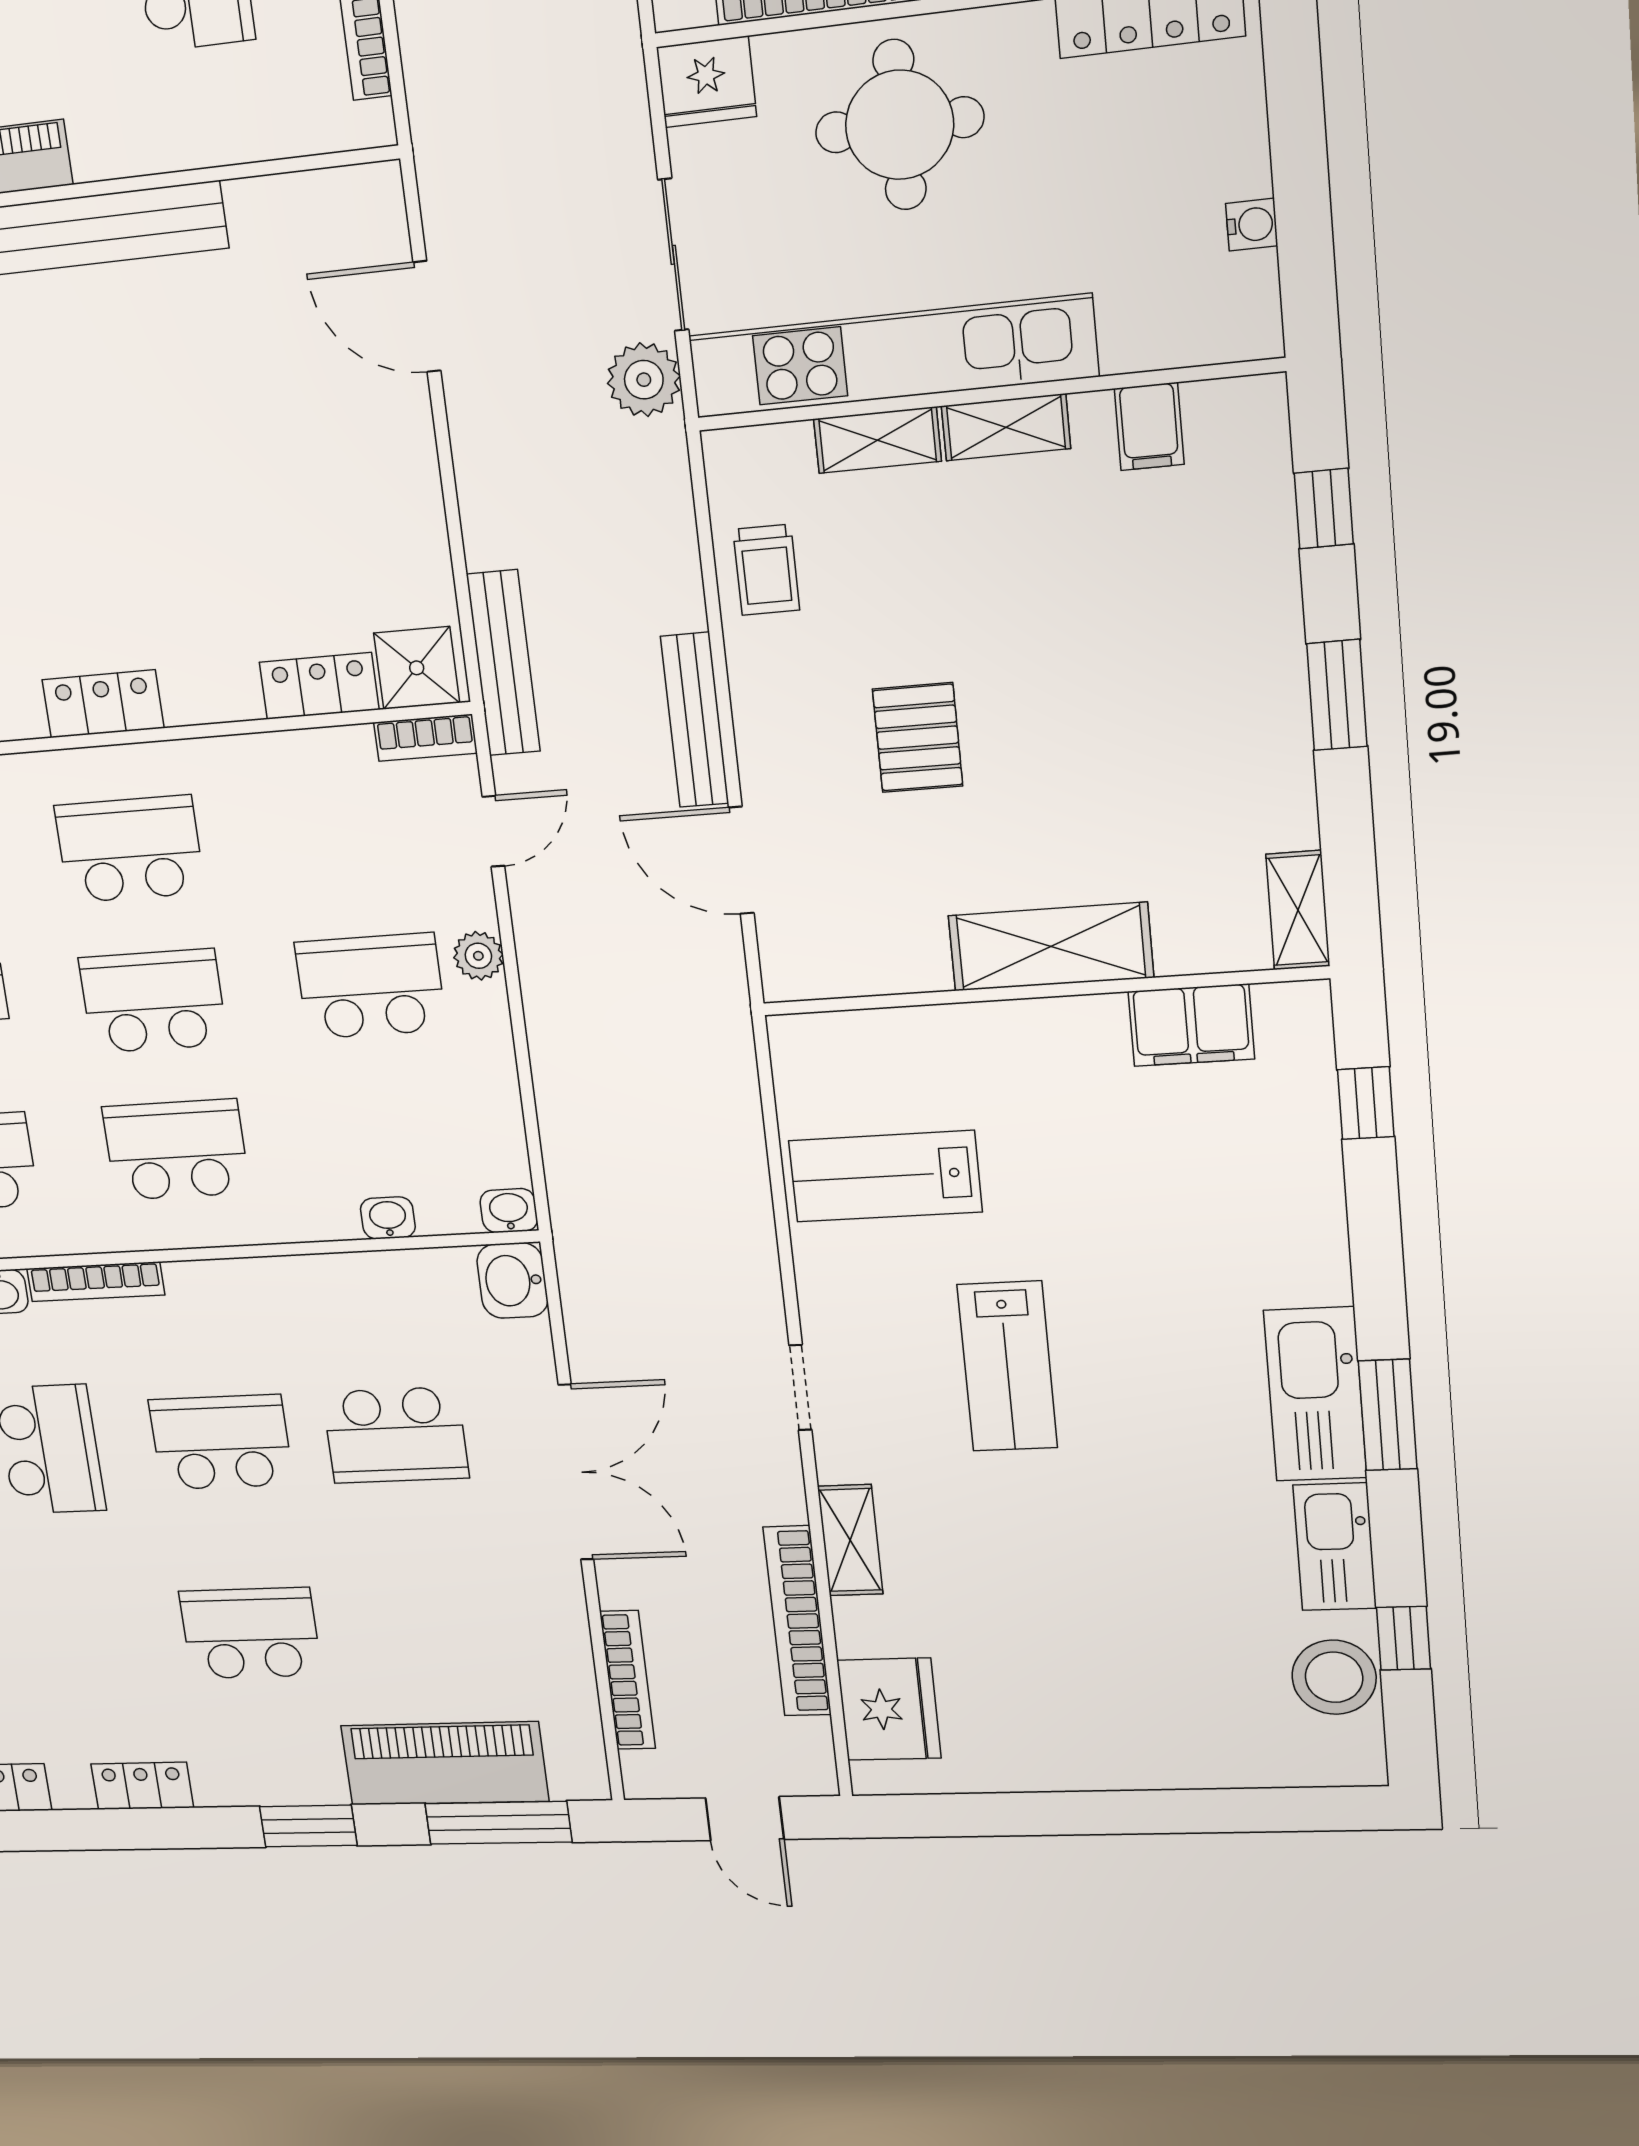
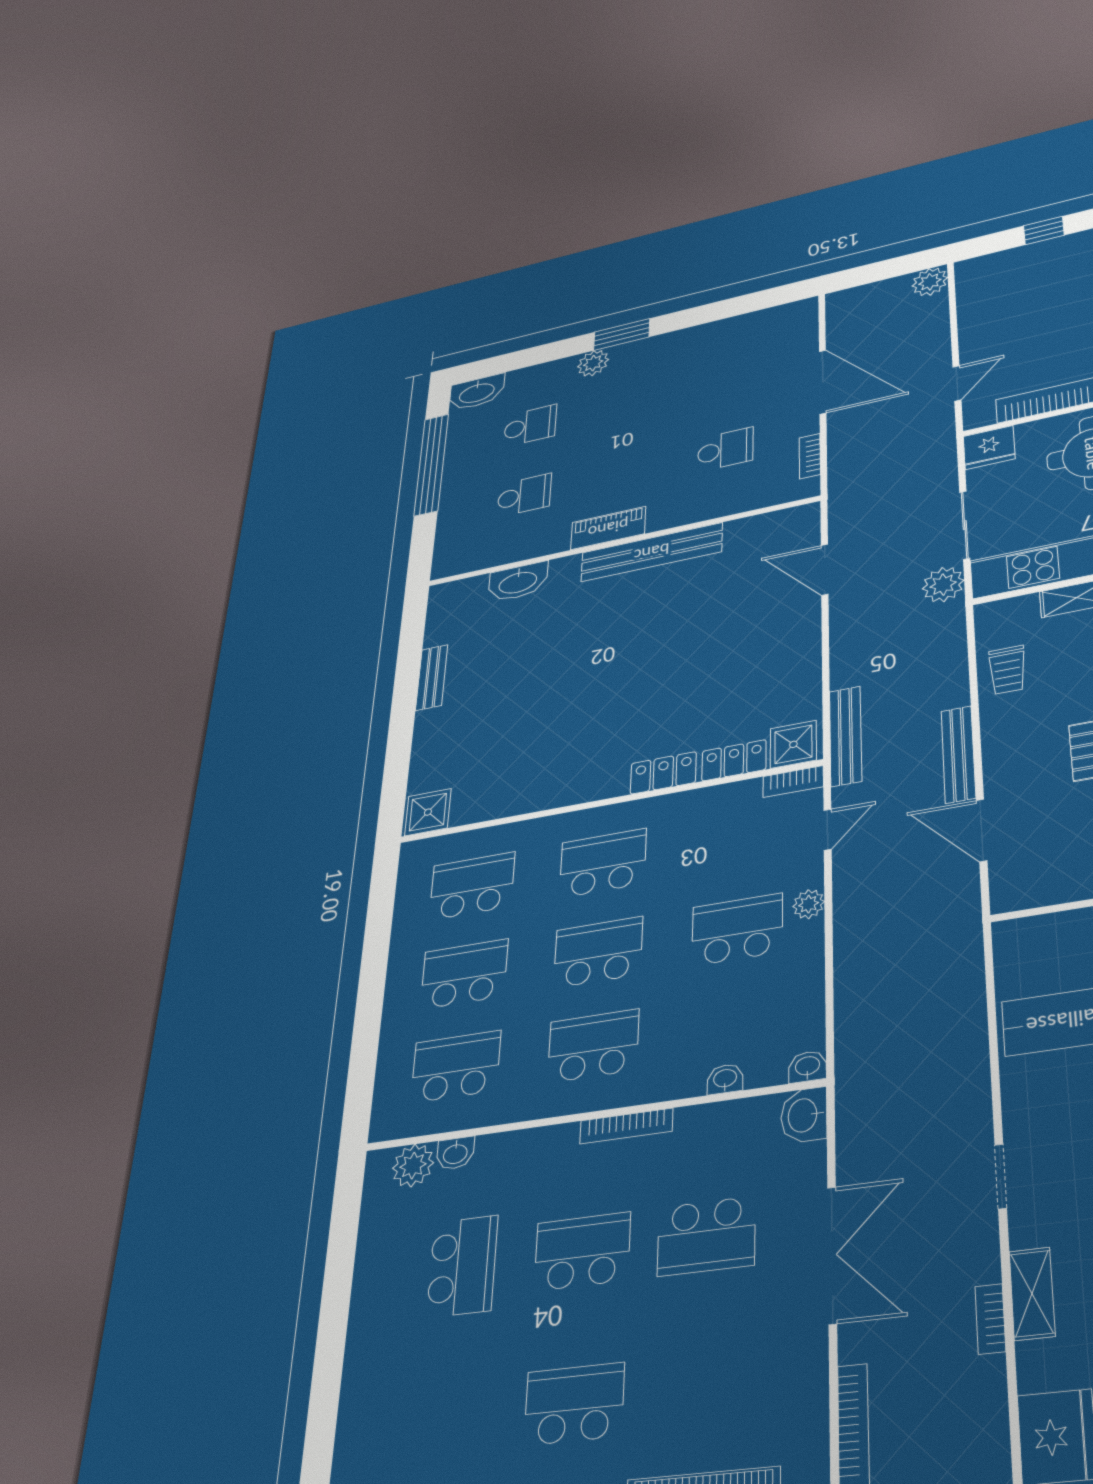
locker: (103, 704) -> (663, 773), moved
bookcase: (96, 1282) -> (626, 1126), moved
bookcase: (797, 1621) -> (990, 1319), width x0.43, depth x0.76

